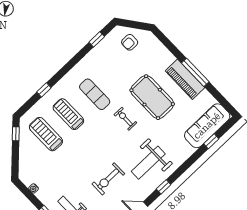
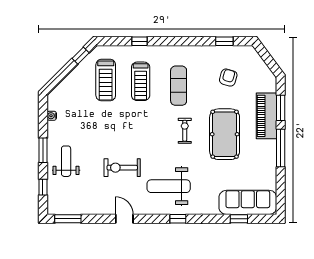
armchair: (130, 42) -> (228, 78), moved, turned 106
window: (171, 47) -> (281, 108), added
piano: (185, 79) -> (267, 116), moved
treadmill: (68, 114) -> (141, 81), turned 180
treadmill: (46, 134) -> (106, 80), turned 180
window: (164, 187) -> (178, 219), moved

